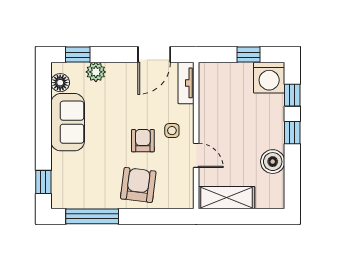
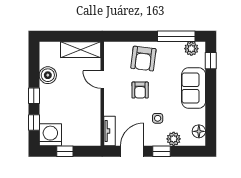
window: (78, 55) -> (161, 151), moved
sofa: (68, 122) -> (194, 88), moved
side table: (172, 131) -> (158, 118), moved
plant: (71, 199) -> (191, 49), added

